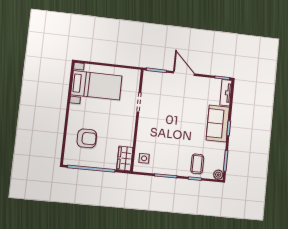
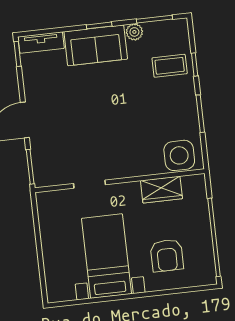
bed with nightstands: (96, 85) -> (106, 256), moved
armchair: (87, 138) -> (167, 255), turned 180
wardrobe: (125, 158) -> (161, 190), moved
side table: (144, 158) -> (179, 155), width x1.87, depth x1.87
plant: (218, 175) -> (134, 32), moved

